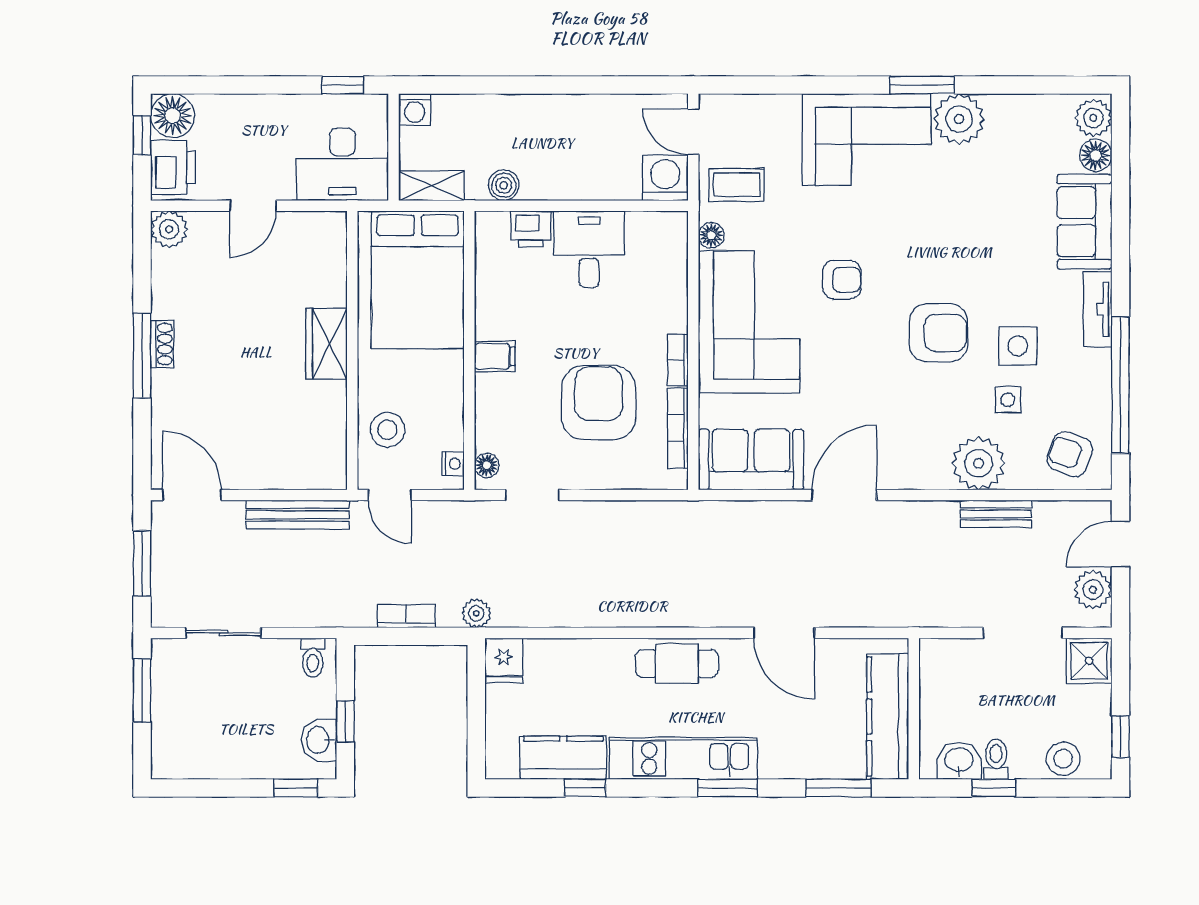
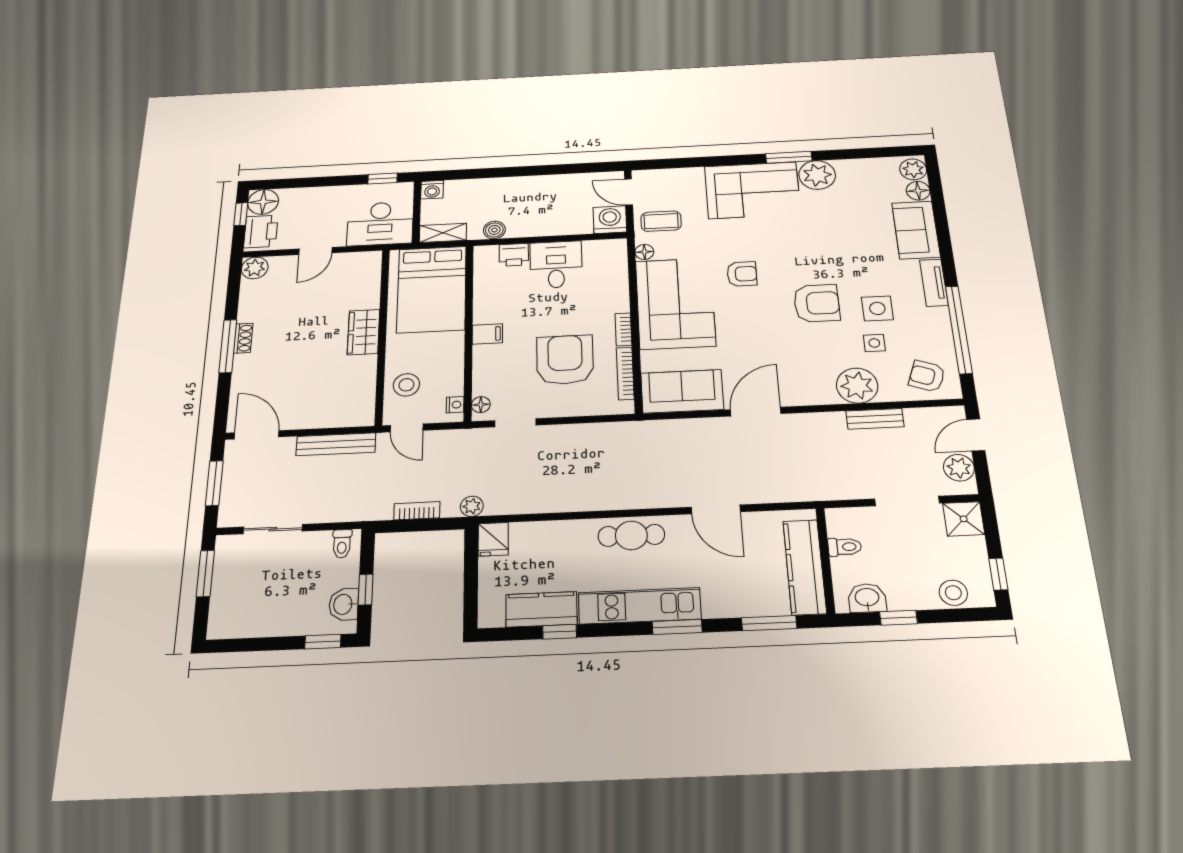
toilet: (996, 759) -> (845, 547), moved, turned 90

